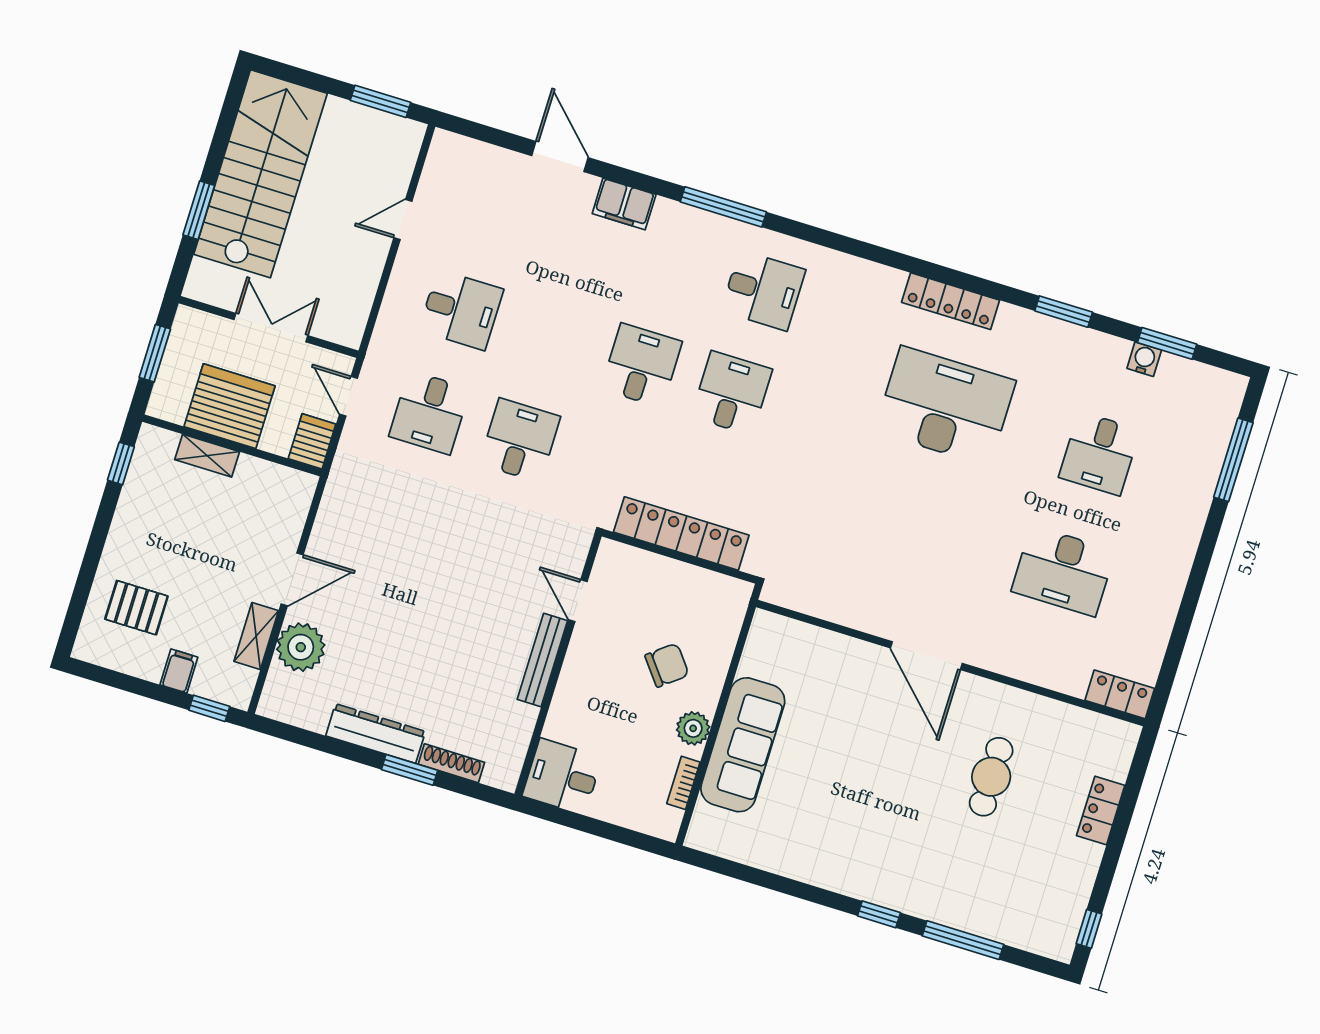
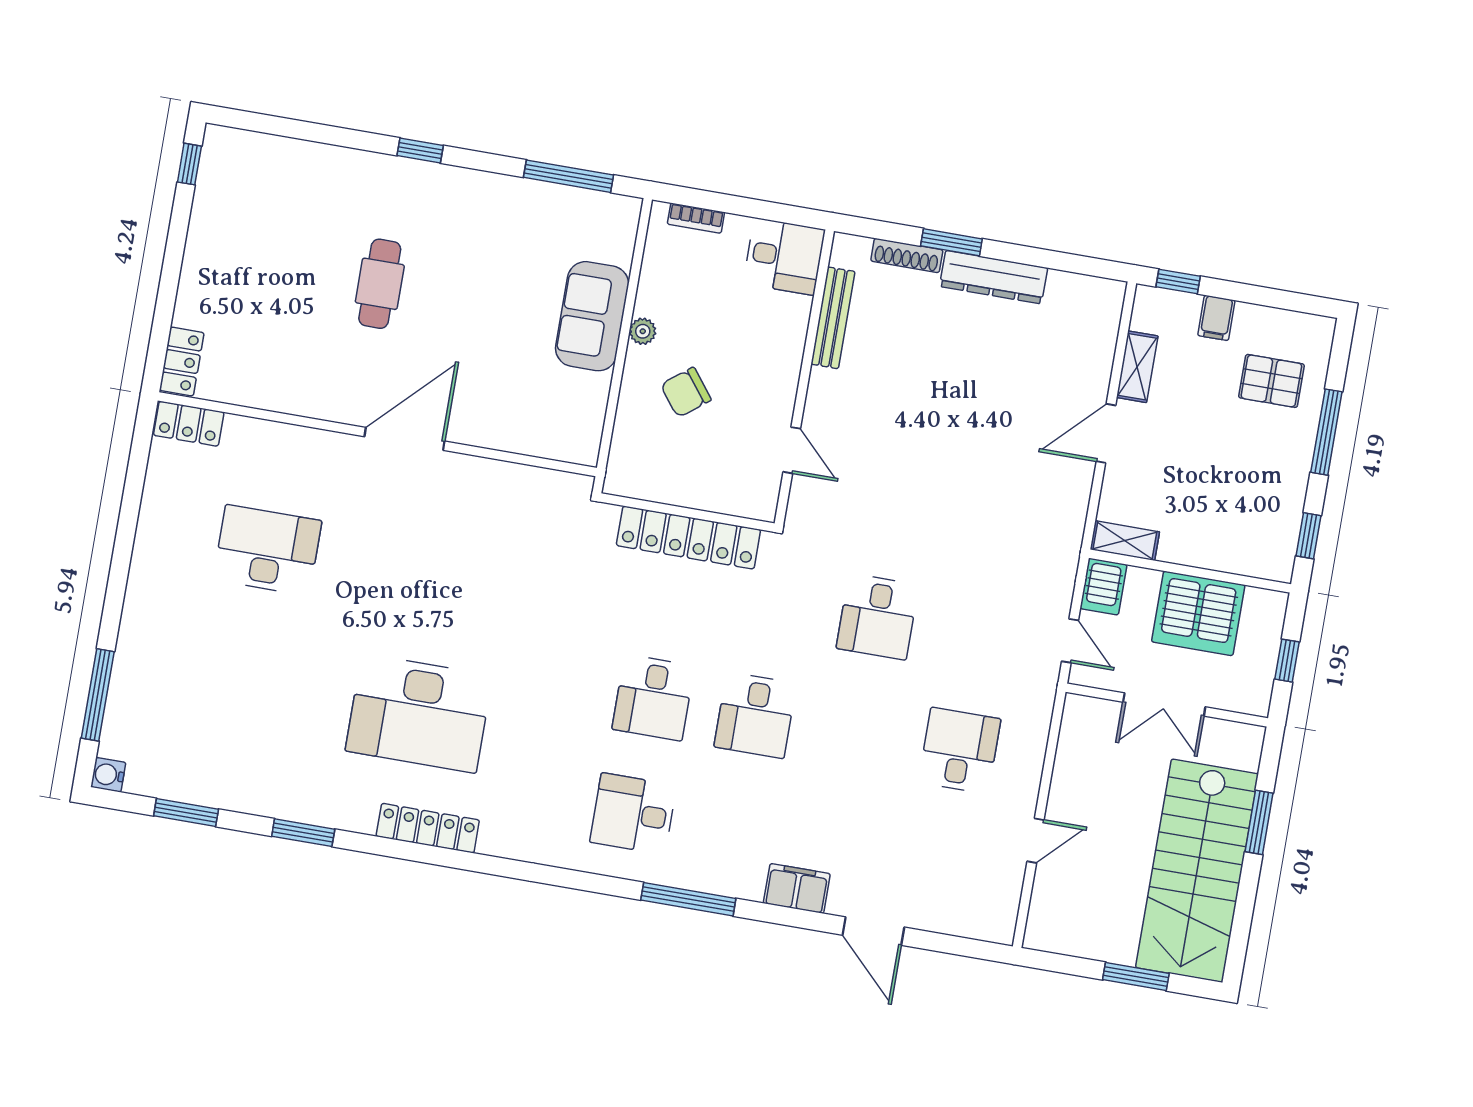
window: (380, 101) -> (1136, 977), moved
desk: (461, 310) -> (959, 751), turned 90
window: (155, 353) -> (1287, 661), width x0.67
water cooler: (1144, 359) -> (108, 775), moved, turned 90
desk: (430, 413) -> (980, 634), removed
desk: (1099, 454) -> (244, 683), removed
shelving: (207, 456) -> (1125, 541), moved
window: (93, 555) -> (1326, 432), added
plant: (301, 647) -> (1087, 361), removed
door: (926, 656) -> (405, 439), hinge flipped
bench: (542, 660) -> (833, 318), moved
plant: (693, 728) -> (643, 331), width x0.73, depth x0.73
sofa: (743, 745) -> (592, 316), width x0.73
cafe table: (991, 777) -> (380, 284), moved
bookcase: (683, 783) -> (696, 218), moved, turned 90
locker: (1101, 811) -> (182, 362), moved
window: (963, 940) -> (568, 176), moved

